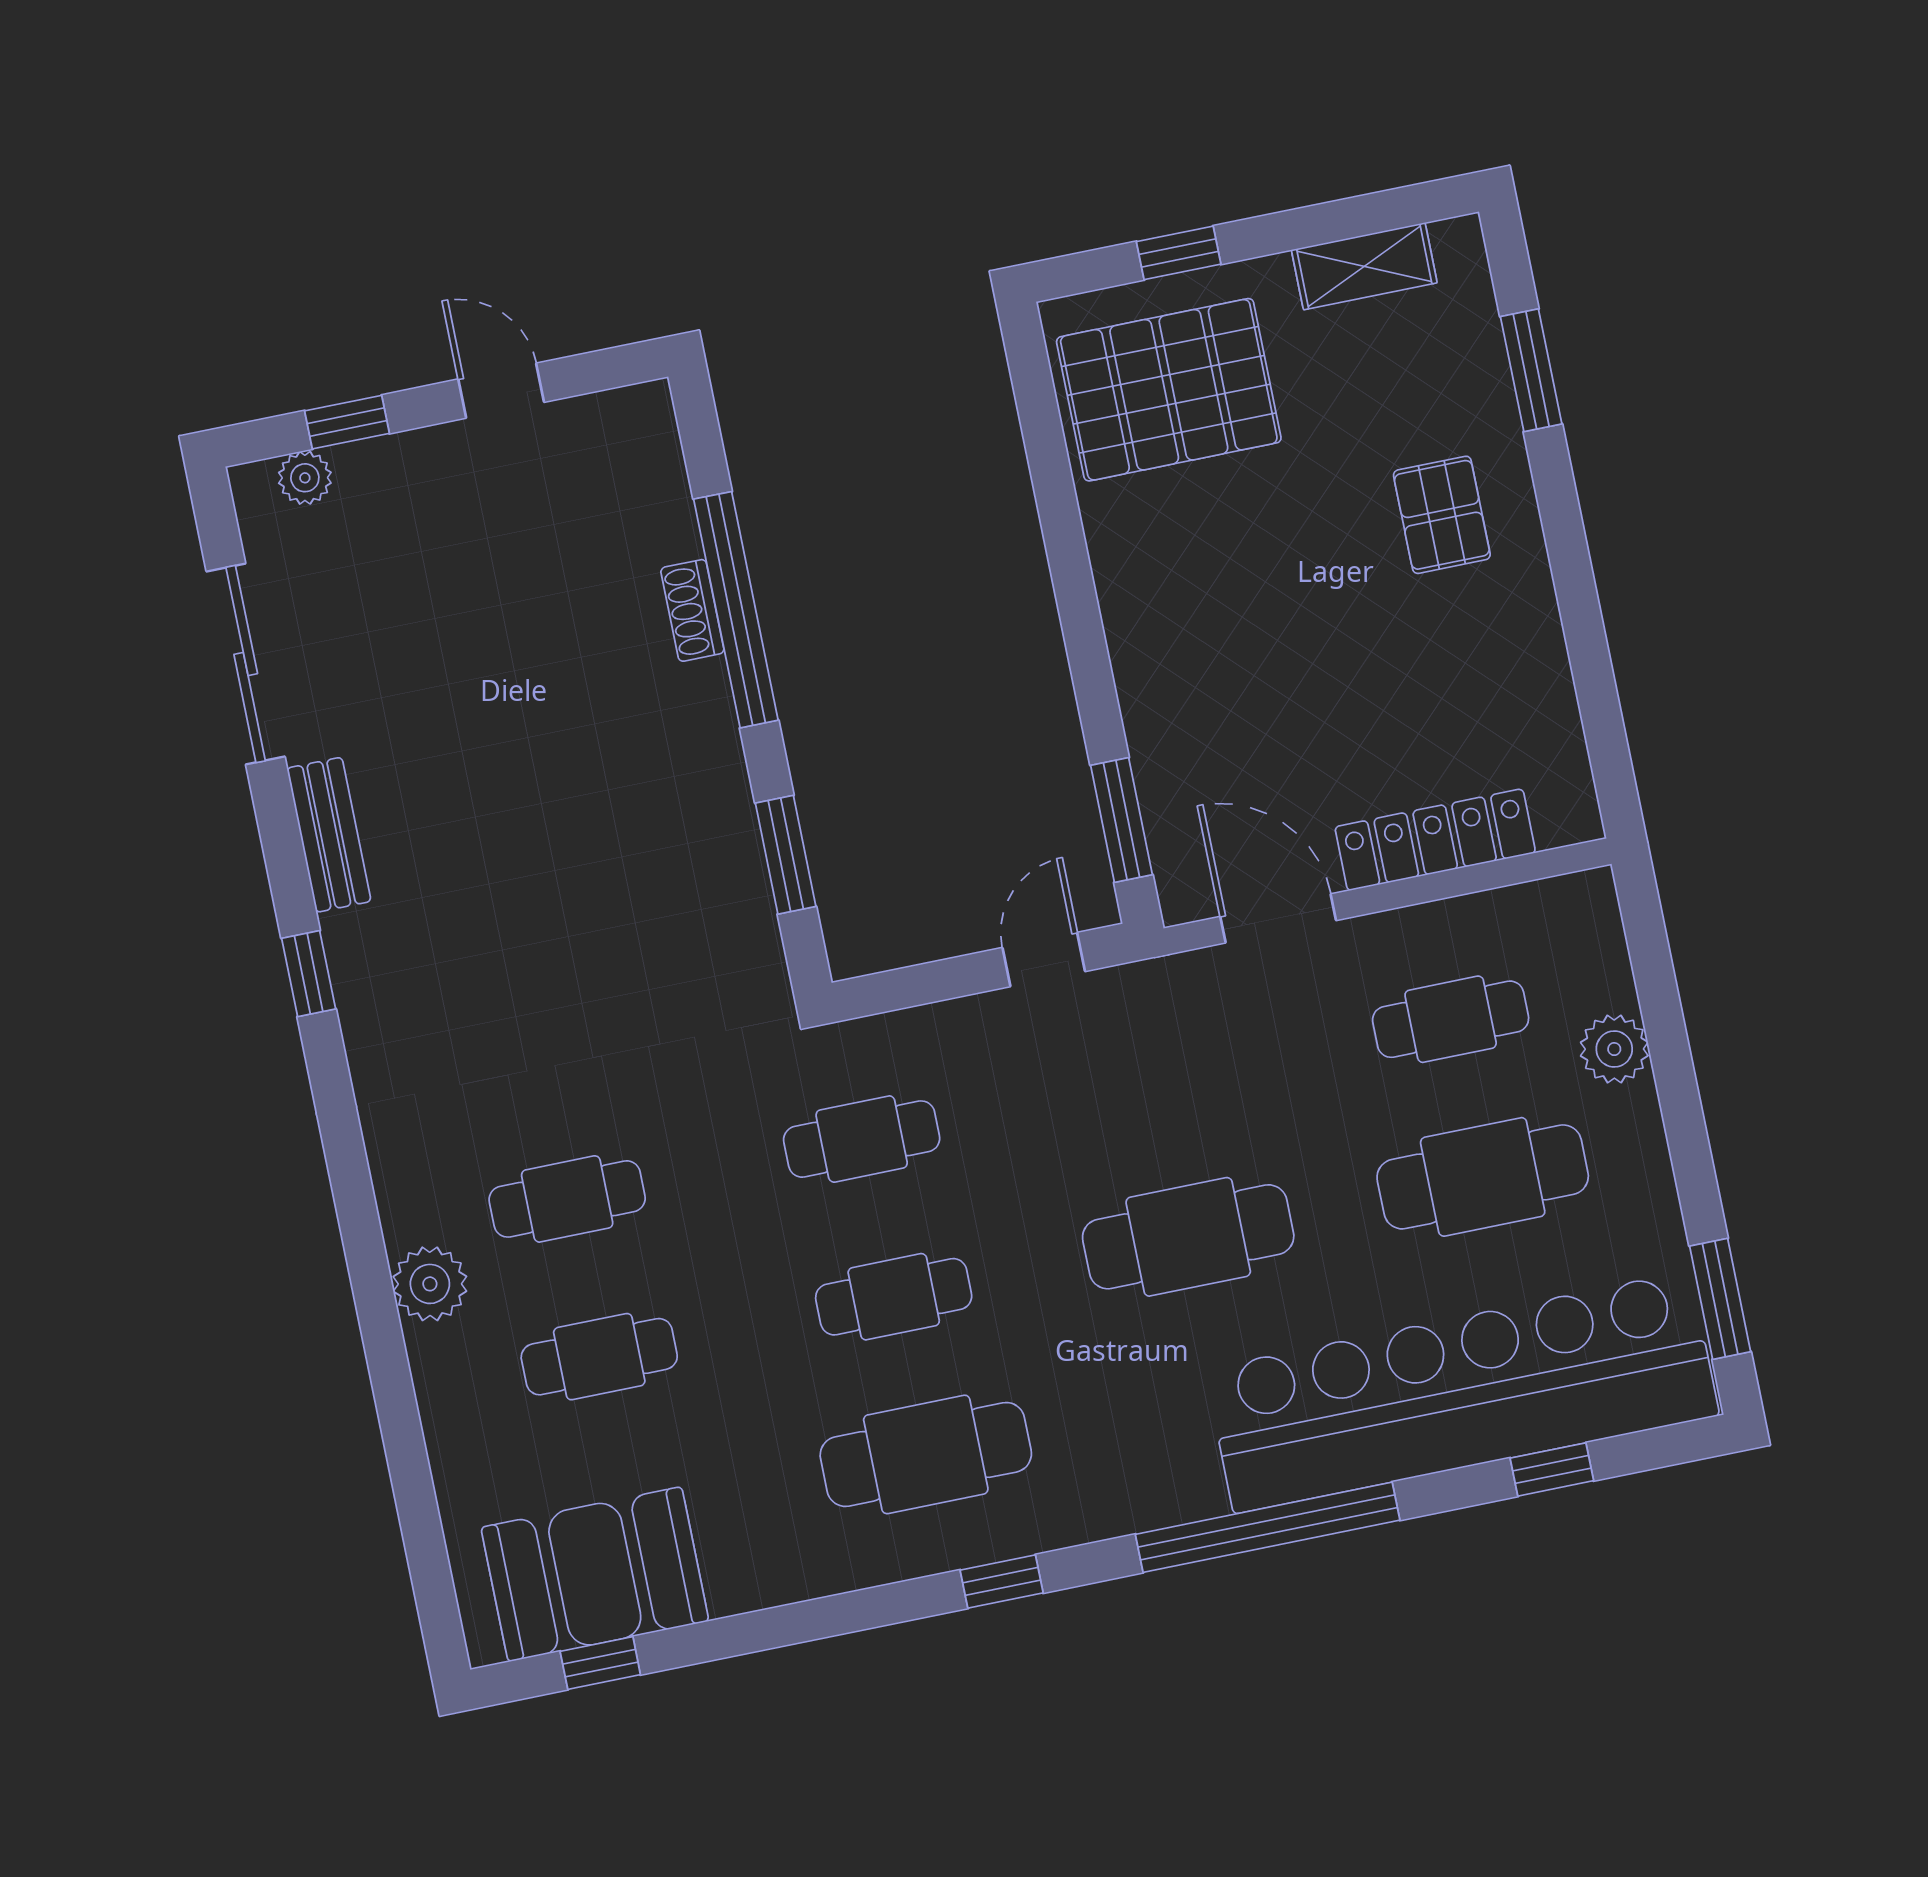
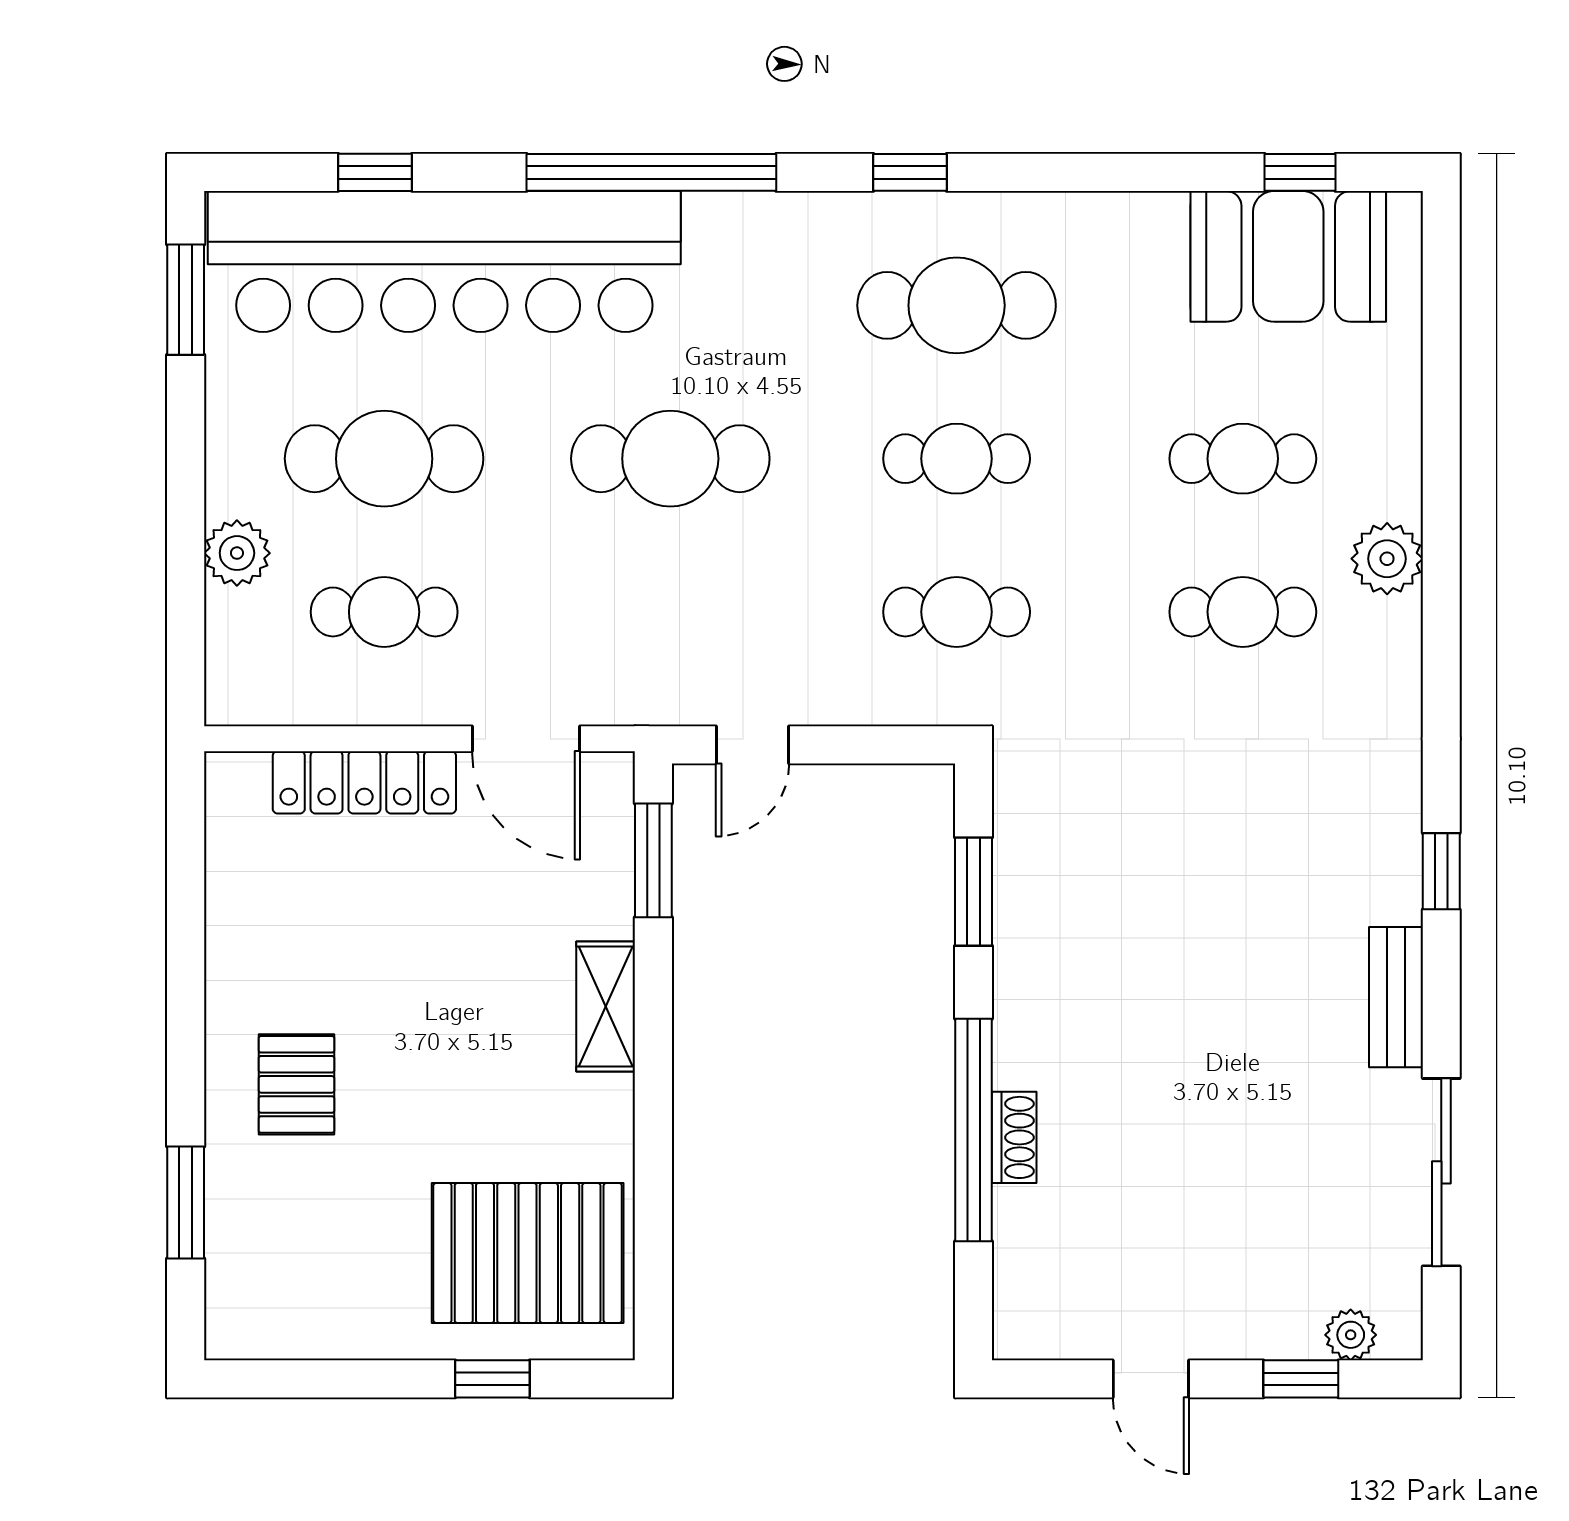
shelving: (1364, 266) -> (606, 1007), moved, turned 90

